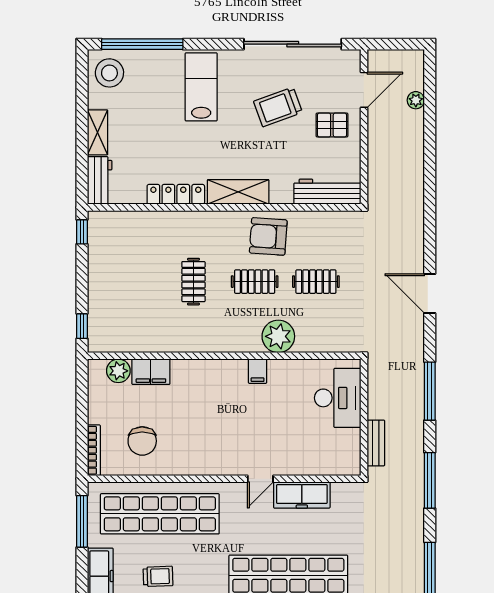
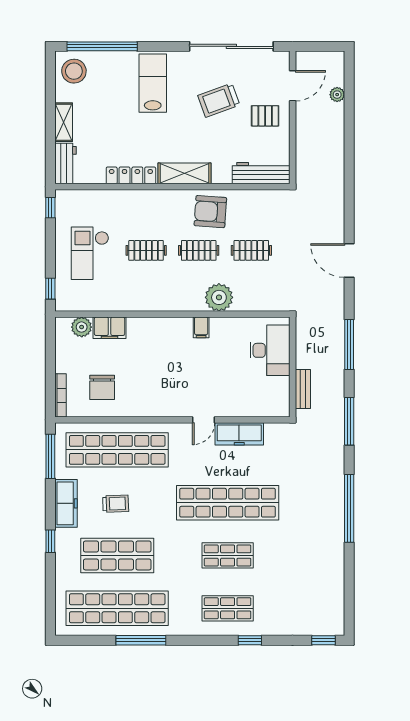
clothes rail: (193, 282) -> (146, 250), turned 90
checkout: (128, 285) -> (90, 253), added

